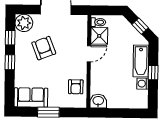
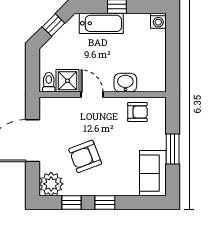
washing machine: (143, 84) -> (158, 21), moved
washbasin: (98, 101) -> (125, 83), moved, turned 90

